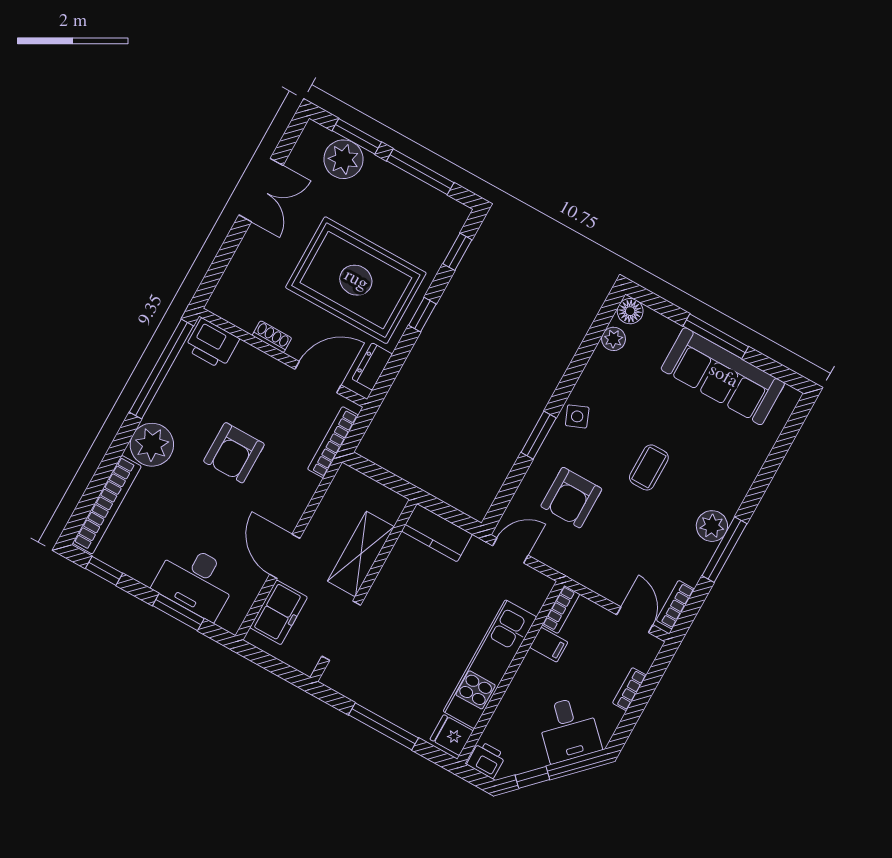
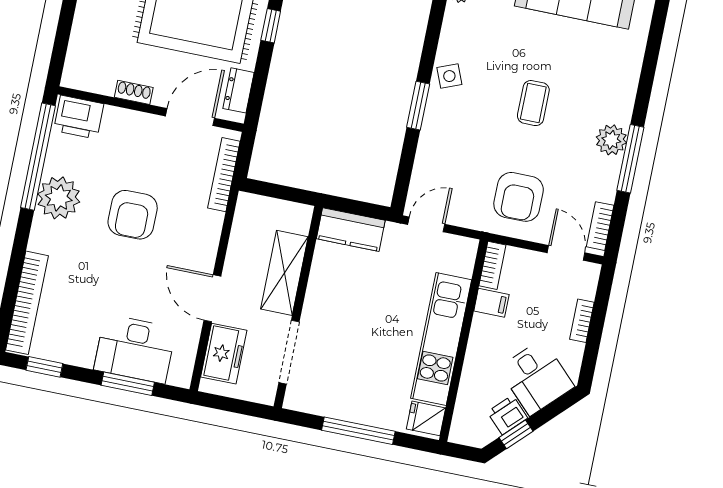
plant: (152, 445) -> (59, 198), moved
armchair: (571, 498) -> (519, 197), moved
printer: (486, 760) -> (507, 415), moved, turned -45

